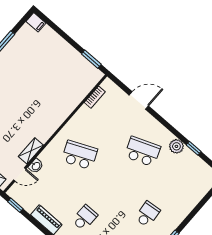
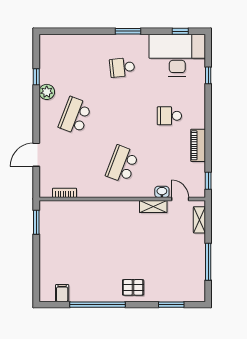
filing cabinet: (36, 22) -> (62, 293), moved
door: (139, 101) -> (36, 155), hinge flipped
school desk: (142, 151) -> (75, 116), turned 42
school desk: (80, 155) -> (122, 164), turned 45

